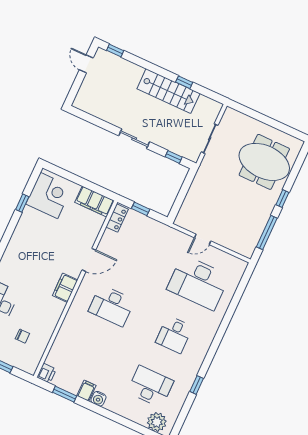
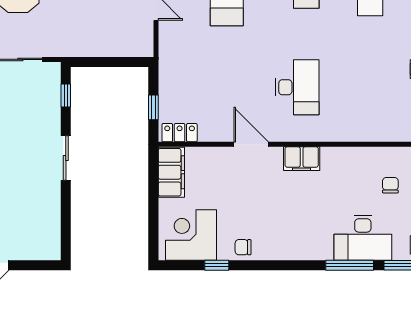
chair: (26, 225) -> (243, 247), added

